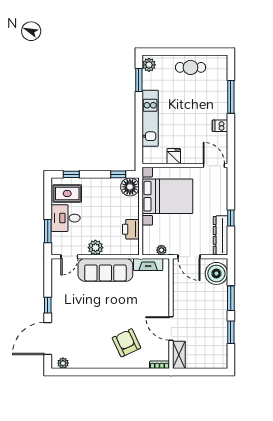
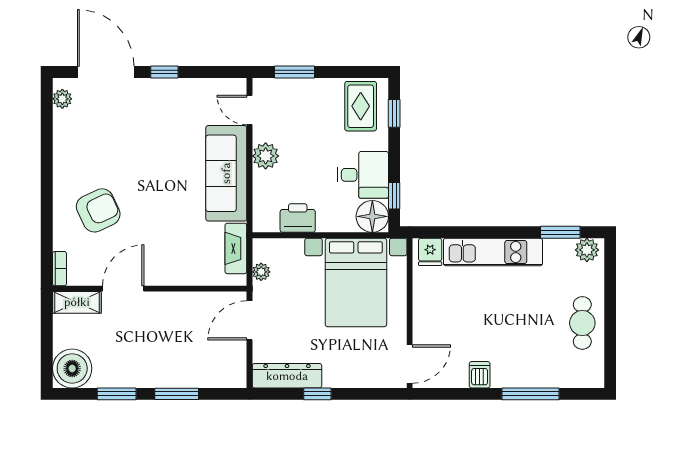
fridge: (174, 156) -> (430, 252), moved, turned 90
desk: (66, 218) -> (363, 175), moved, turned 90
boiler: (216, 273) -> (72, 368), moved

